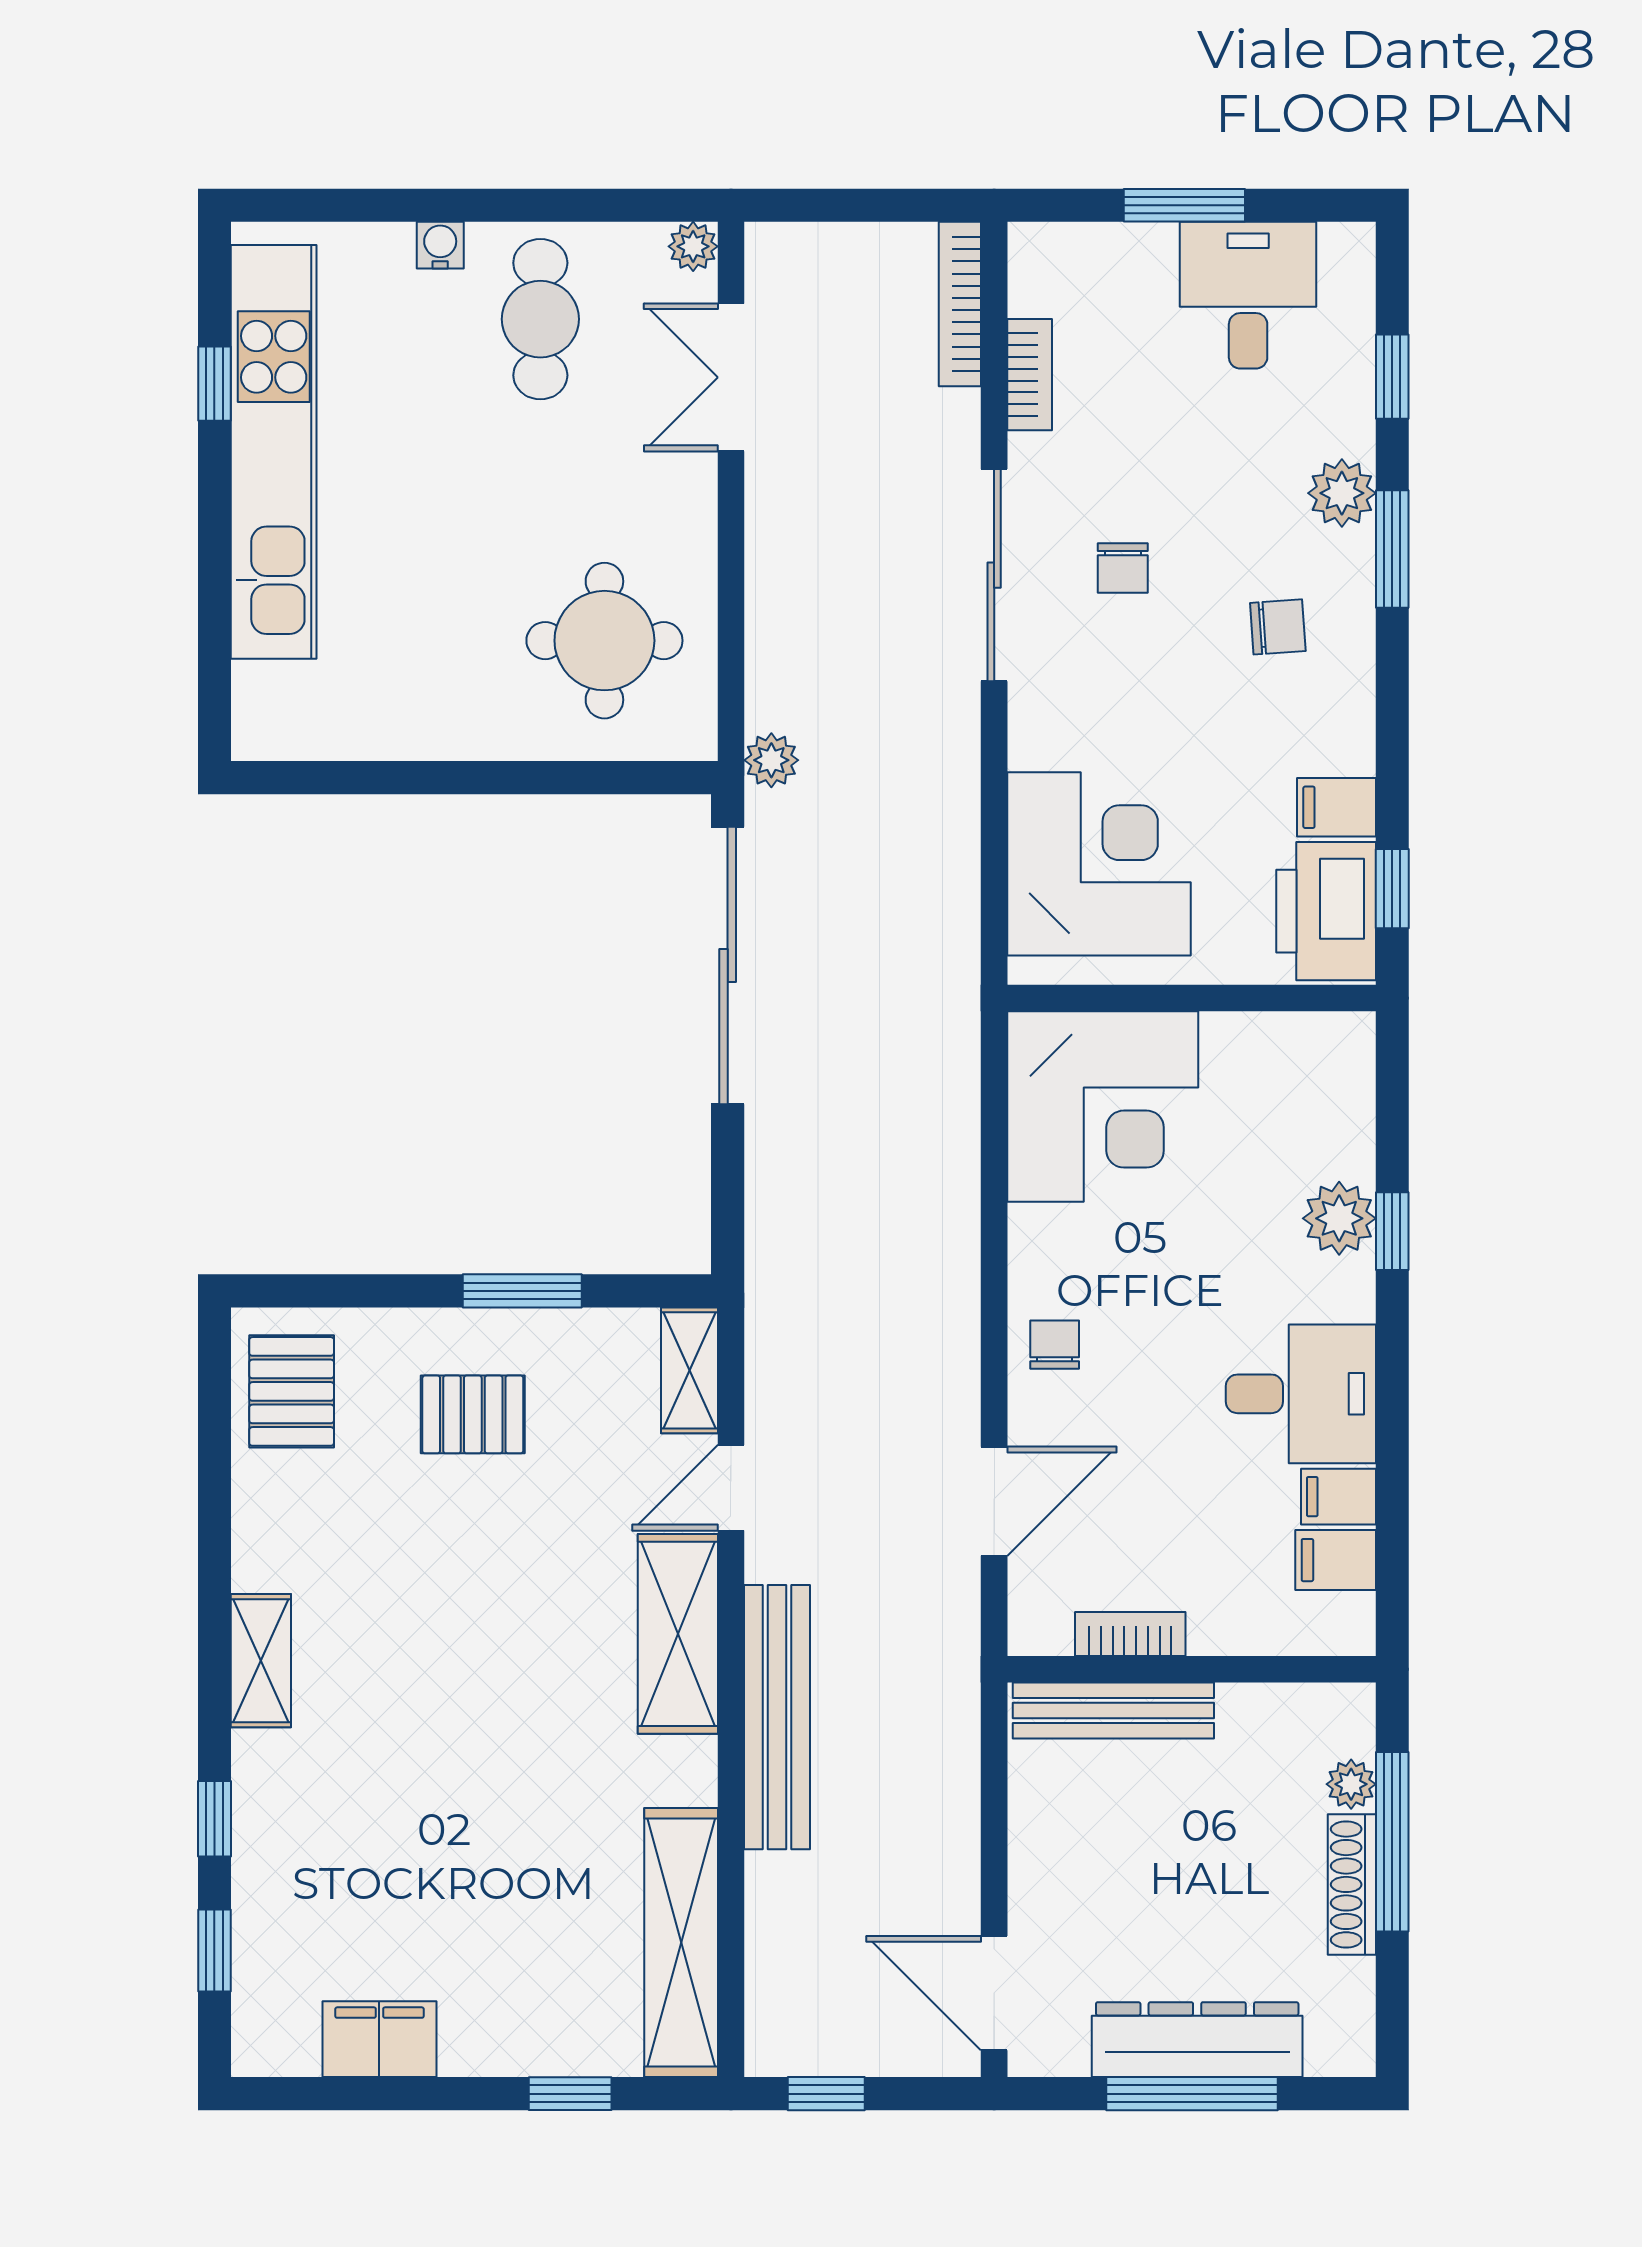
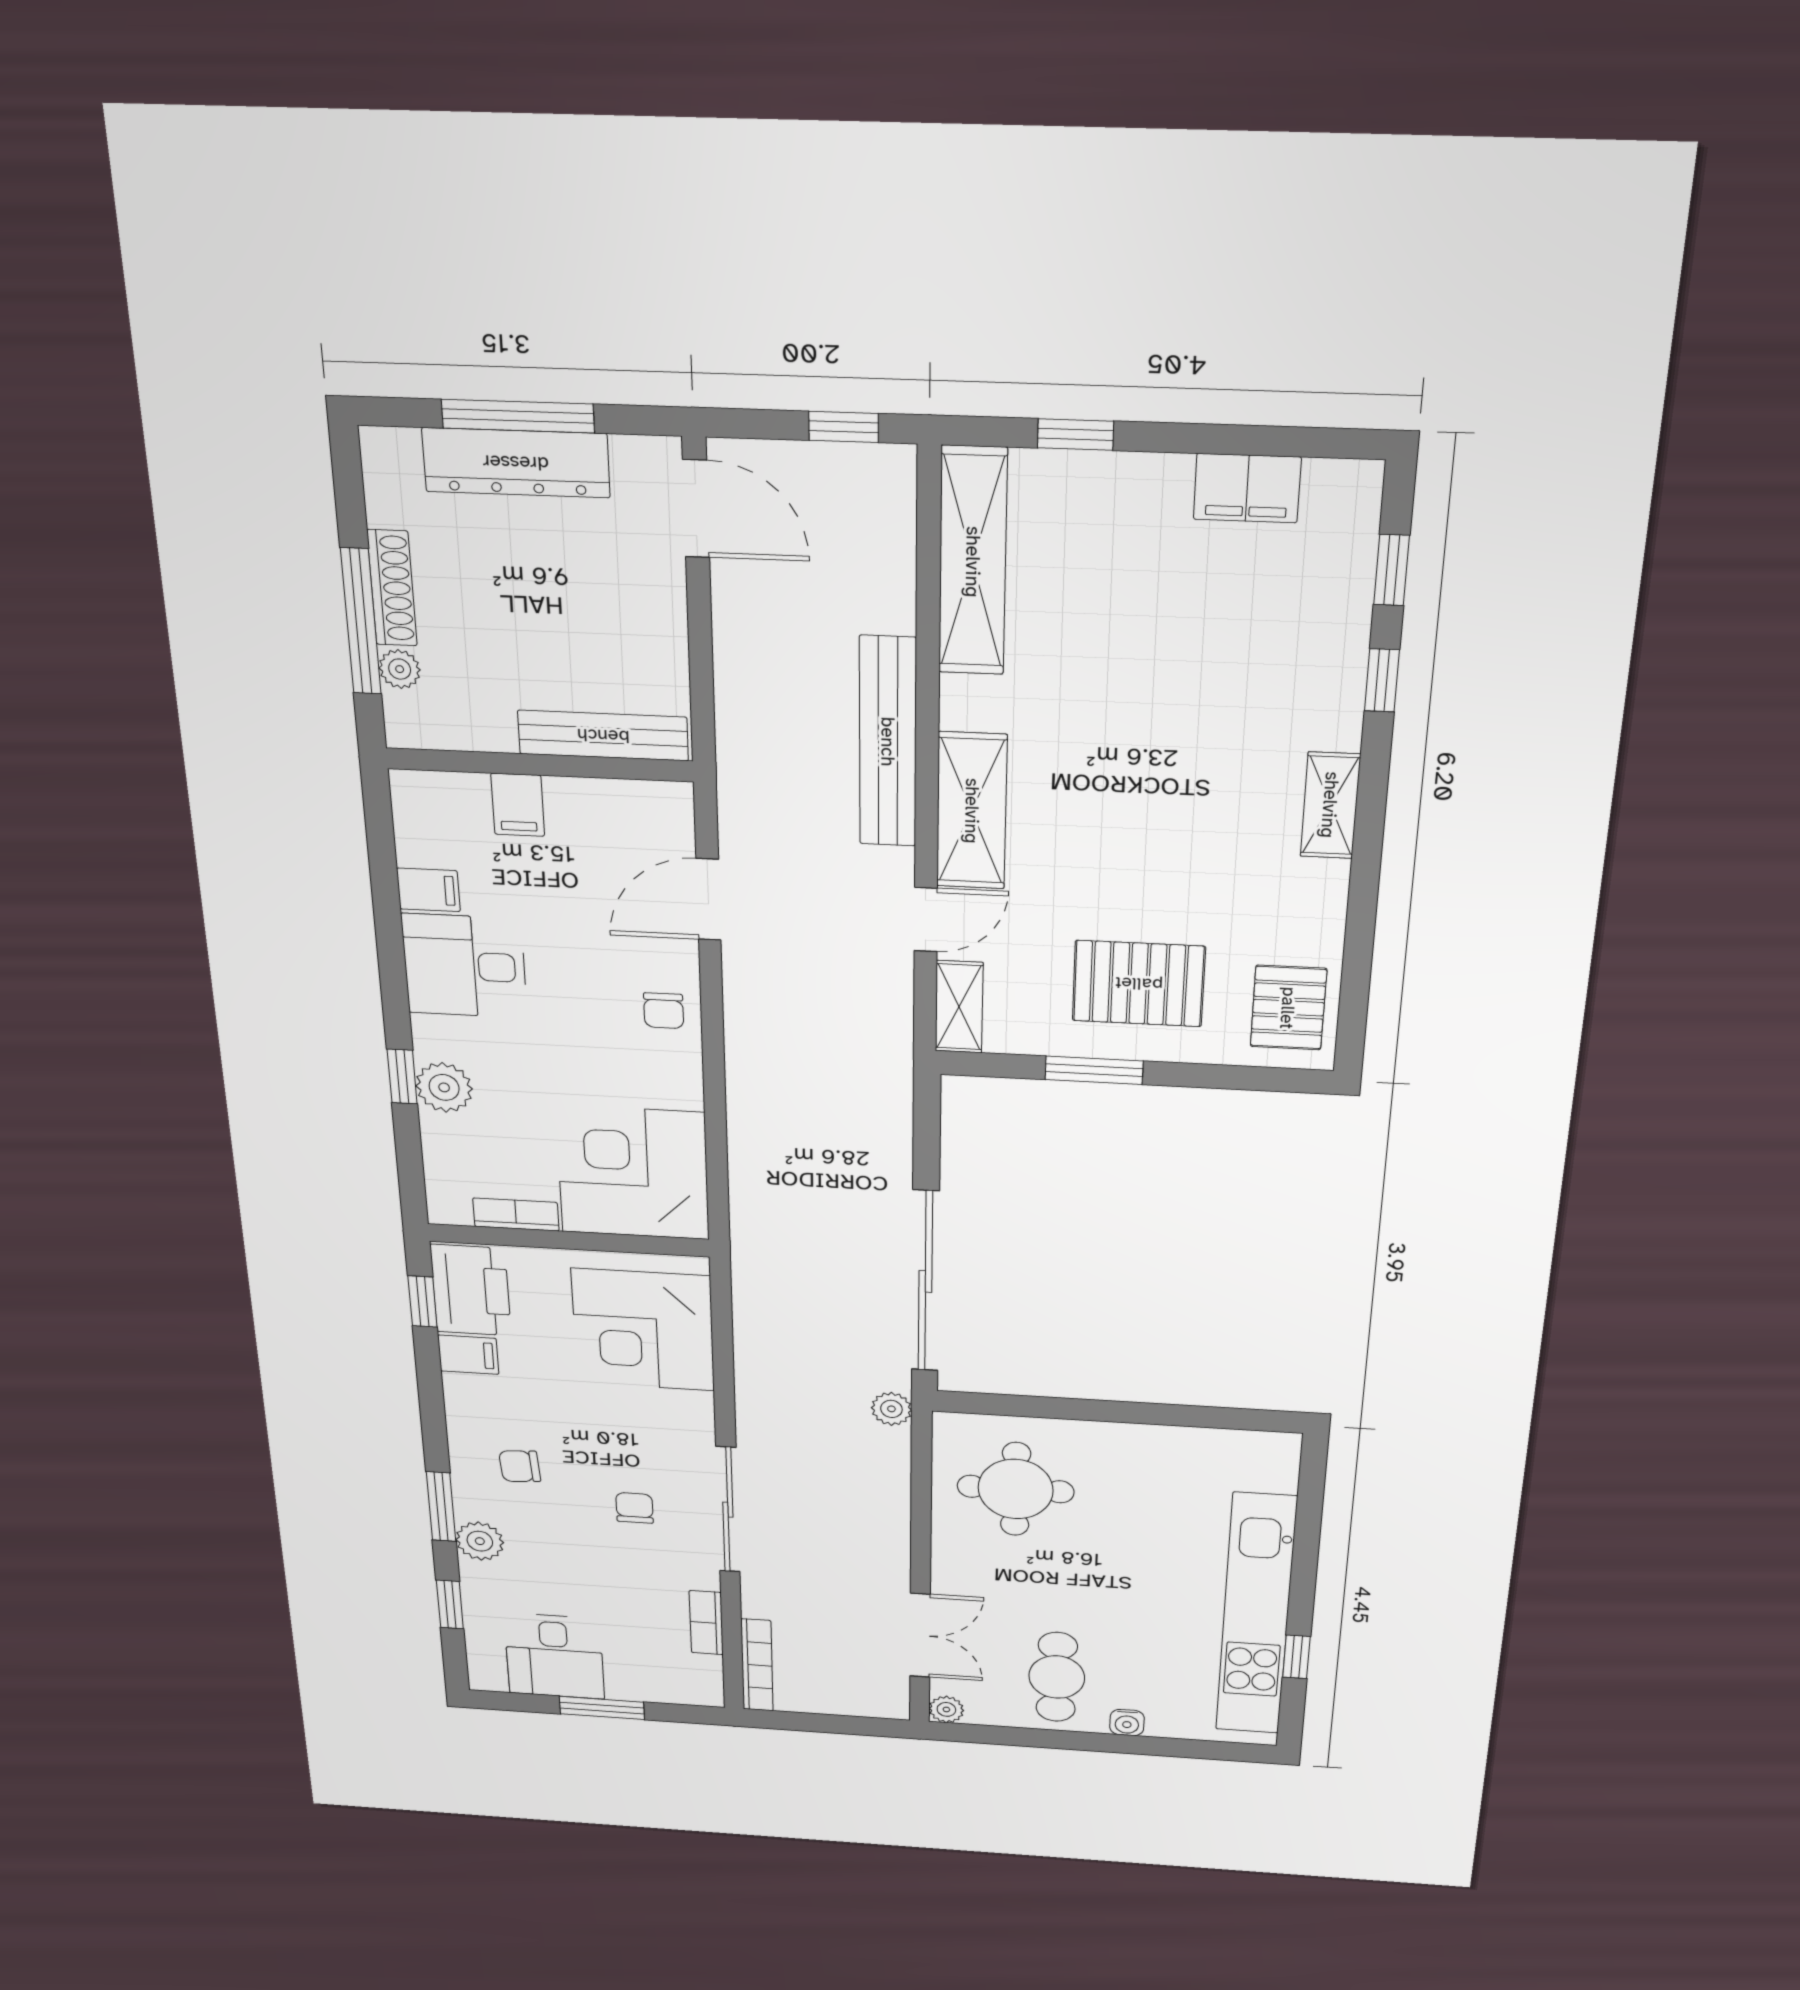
pallet: (473, 1414) -> (1139, 984), width x1.50, depth x1.42
filing cabinet: (1336, 1560) -> (518, 805), moved, turned 90
bookcase: (1130, 1634) -> (516, 1214), moved, turned 180

